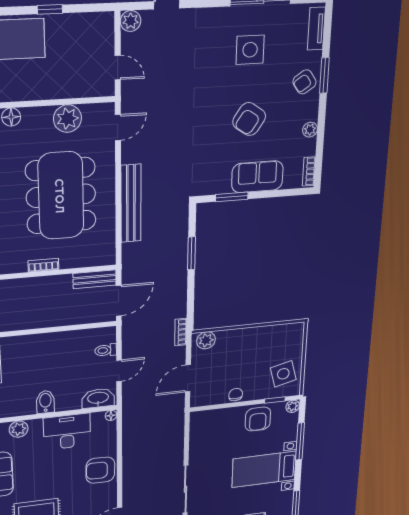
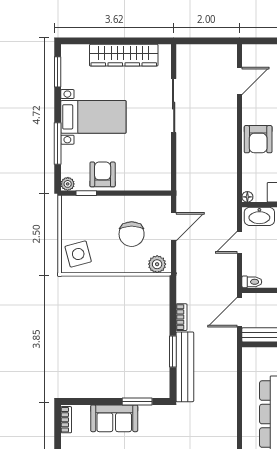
bench: (131, 203) -> (185, 367), moved
bookcase: (181, 332) -> (182, 317), moved
toilet: (106, 350) -> (252, 282), moved
side table: (283, 374) -> (78, 254), moved
chair: (236, 395) -> (132, 234), moved, width x1.87, depth x1.87
armchair: (100, 470) -> (258, 139), turned 89

